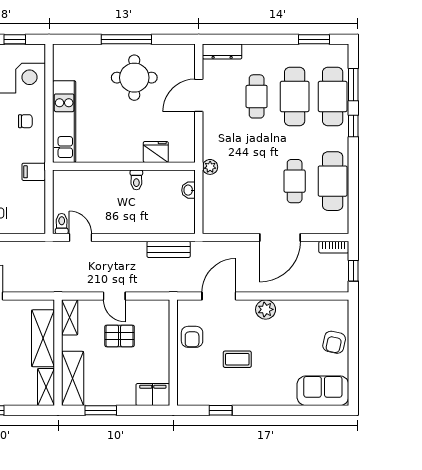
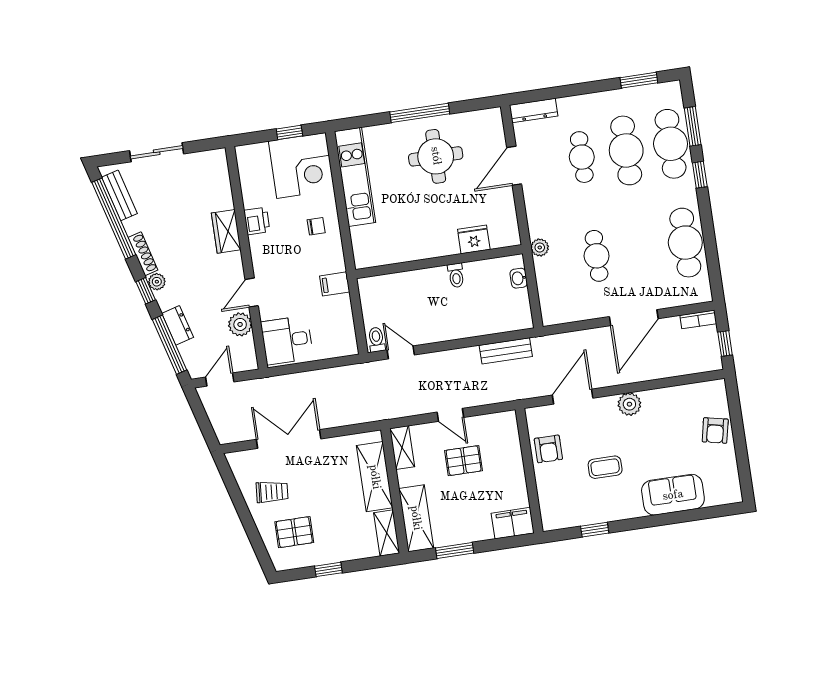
kitchen unit: (64, 122) -> (355, 177), moved
cafe table: (295, 181) -> (597, 256), moved
sofa: (323, 391) -> (673, 495), moved

